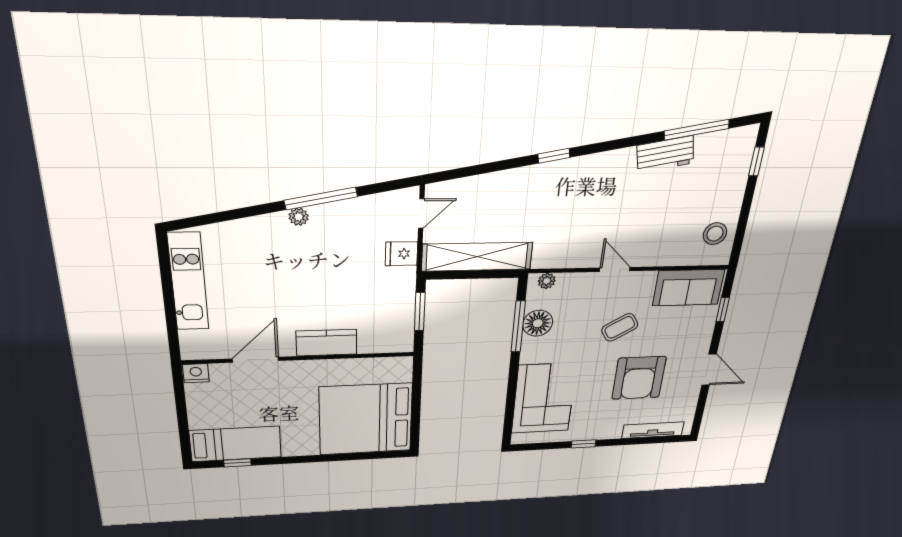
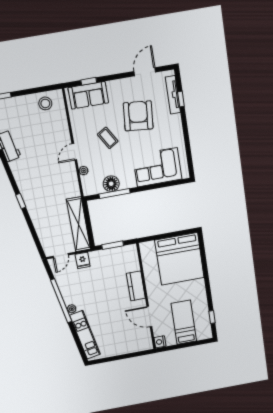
window: (321, 198) -> (61, 301), width x1.46
door: (421, 214) -> (61, 256), swing flipped
plant: (547, 281) -> (84, 171), moved
kitchen unit: (188, 282) -> (85, 335), moved, turned 79
sofa: (688, 288) -> (88, 95), moved, turned 90
door: (709, 370) -> (145, 72), moved
armchair: (639, 378) -> (138, 116), turned -85
bed: (236, 444) -> (184, 322), moved
window: (583, 444) -> (181, 99), moved

